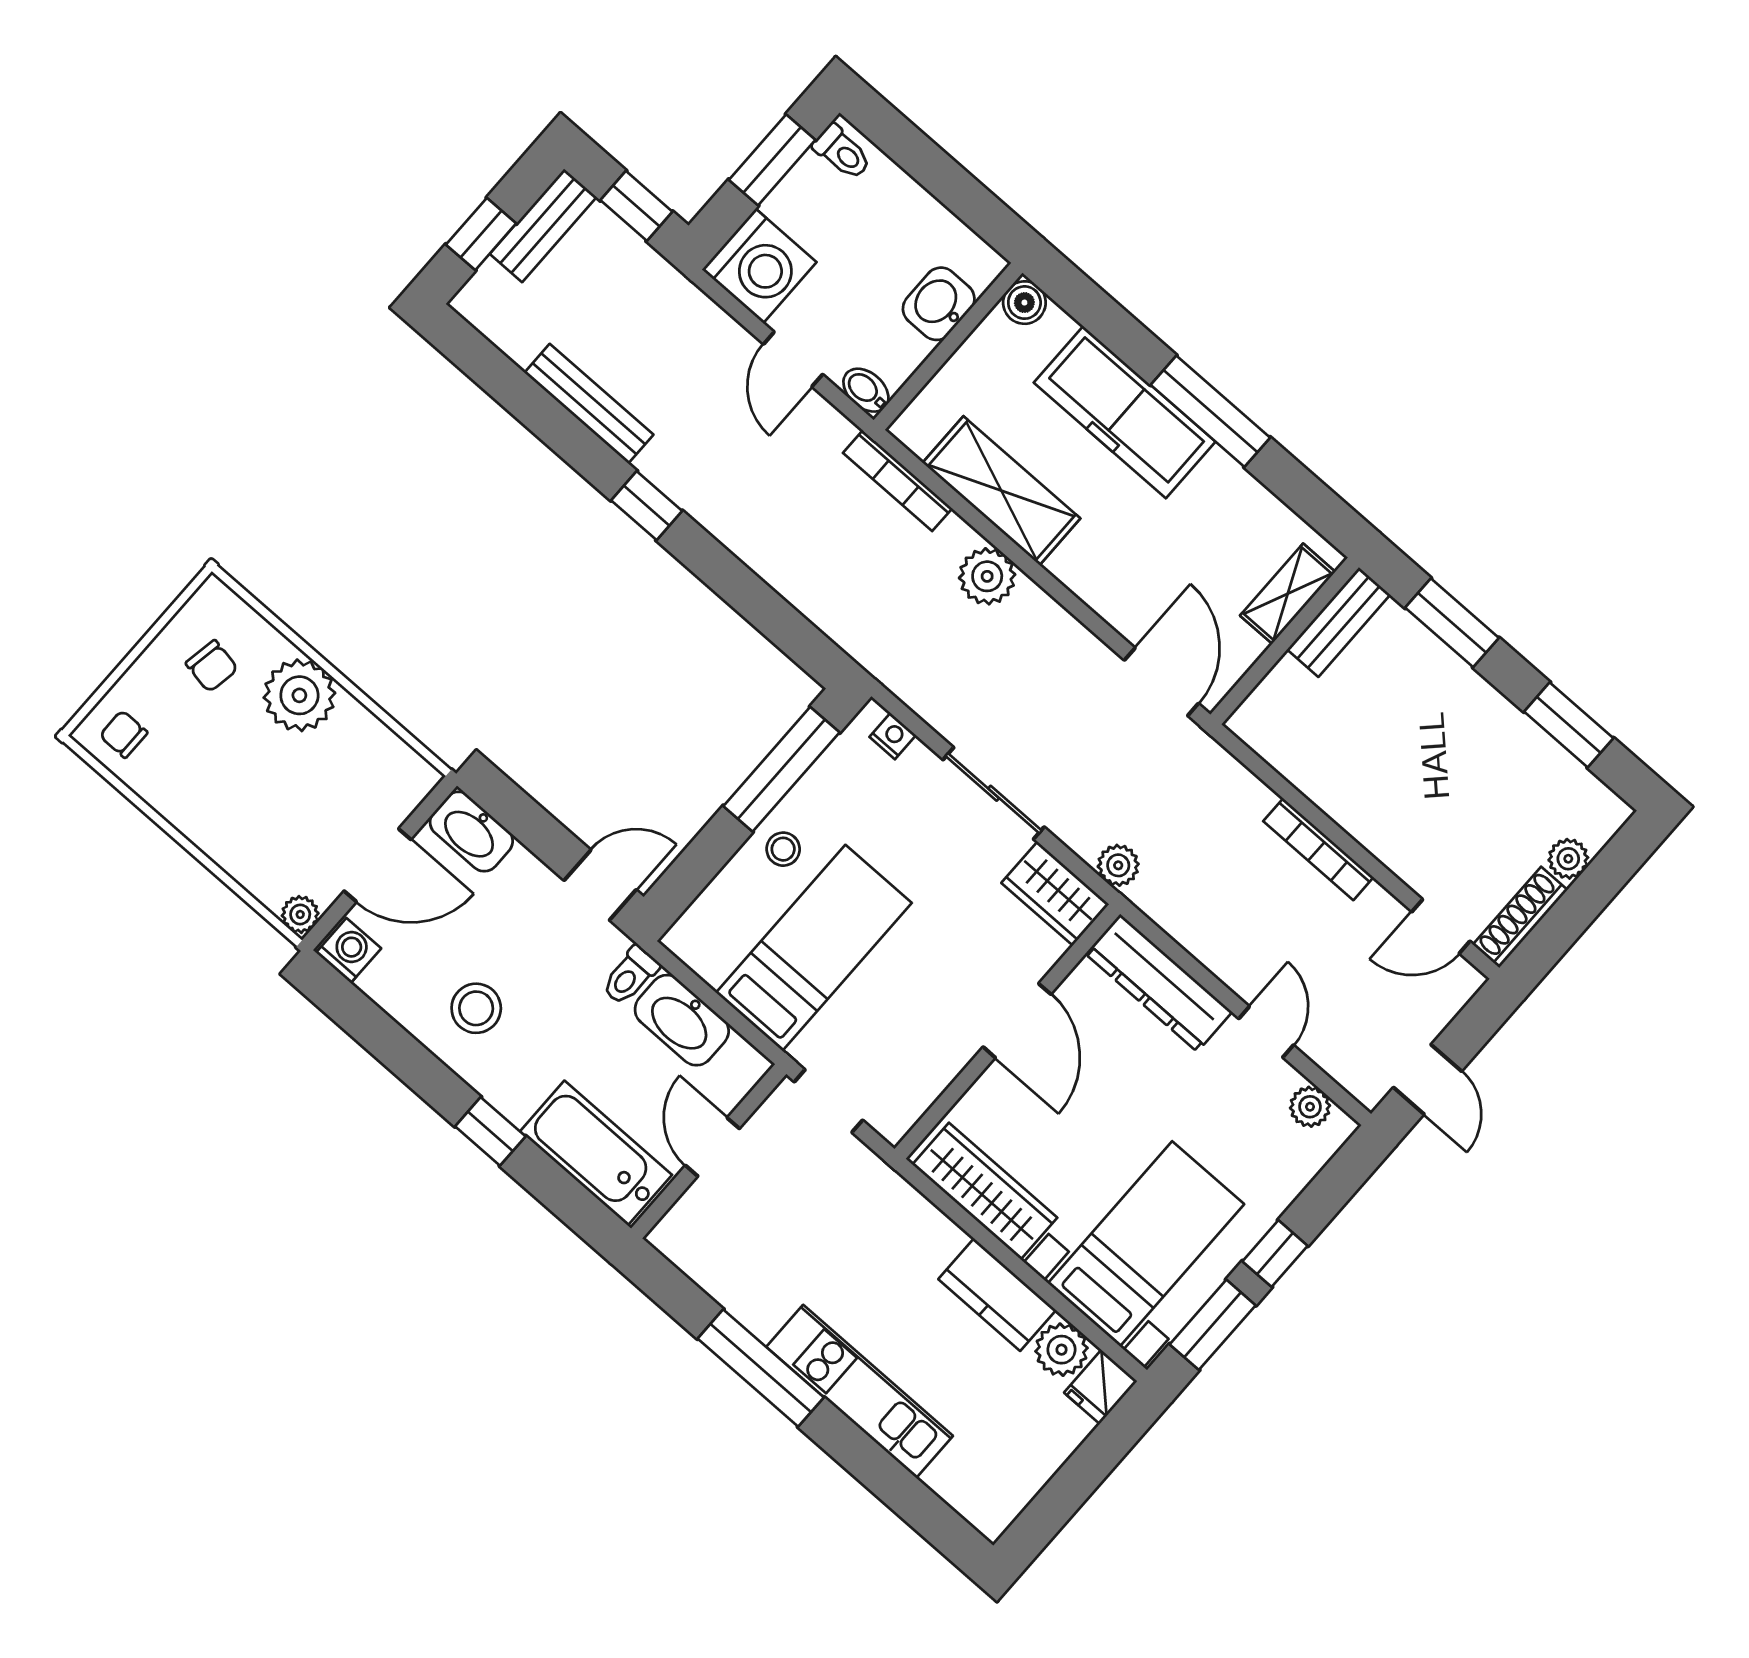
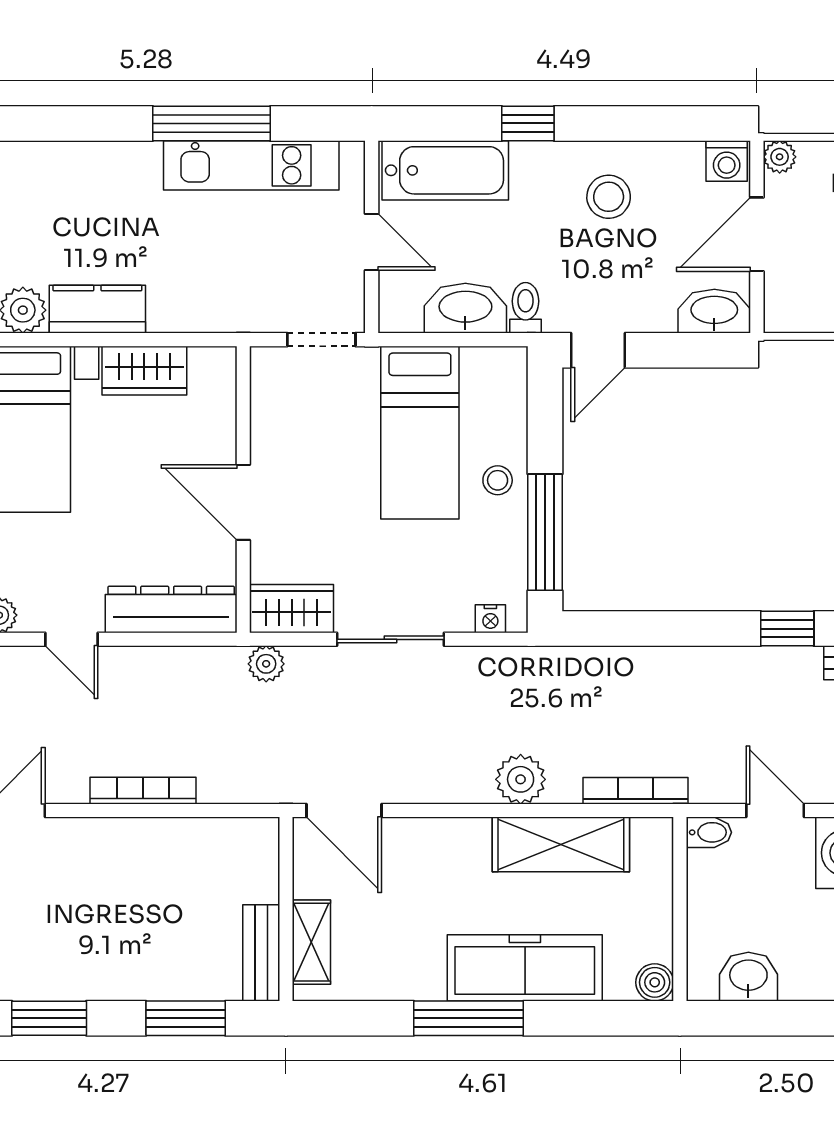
washbasin: (939, 304) -> (748, 977), moved, turned -90
wardrobe: (985, 1191) -> (144, 371), width x0.67
kitchen unit: (860, 1391) -> (251, 165), moved

